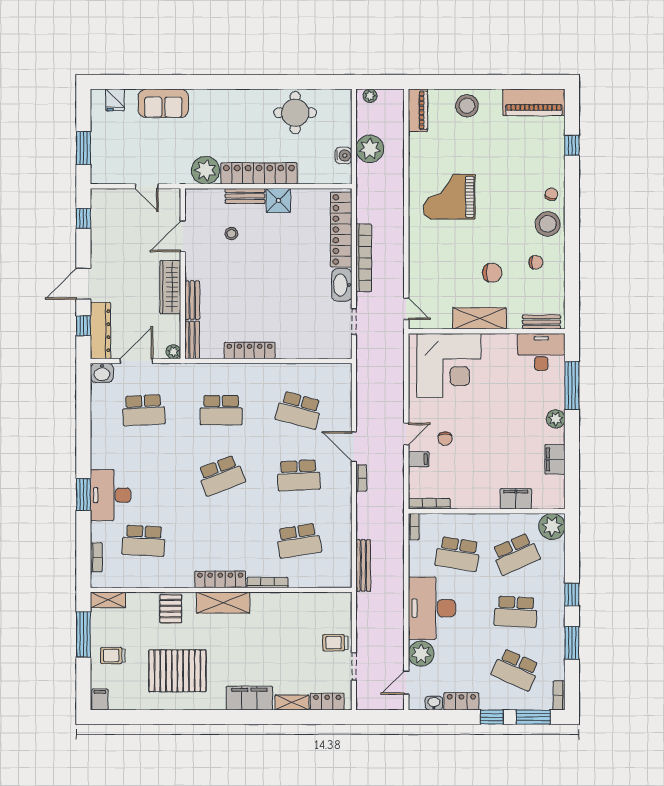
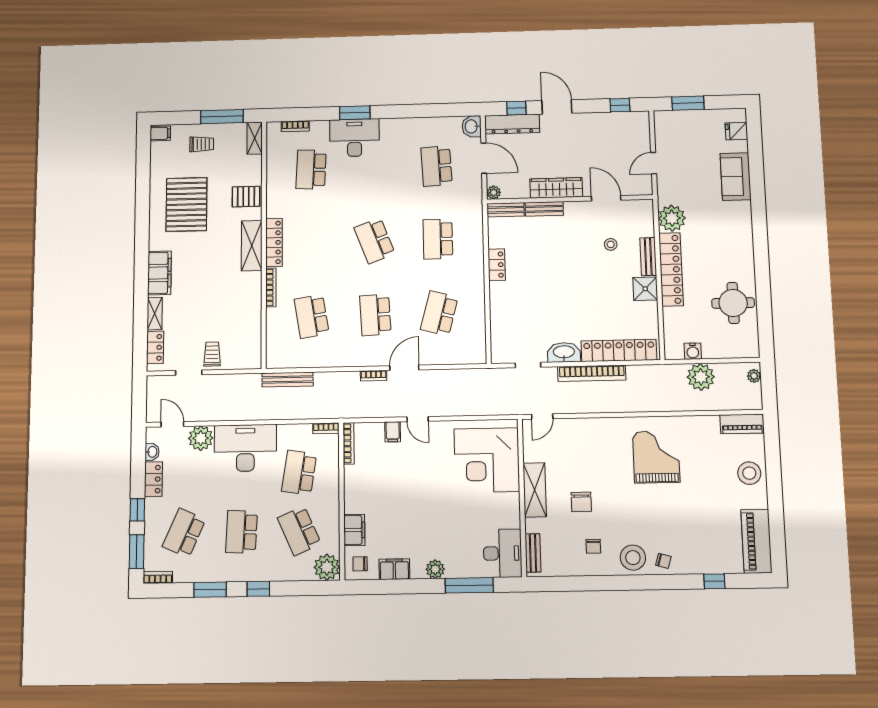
locker: (250, 351) -> (497, 265), width x0.66
chair: (445, 439) -> (360, 564), moved
trolley: (113, 655) -> (202, 144), turned 90

